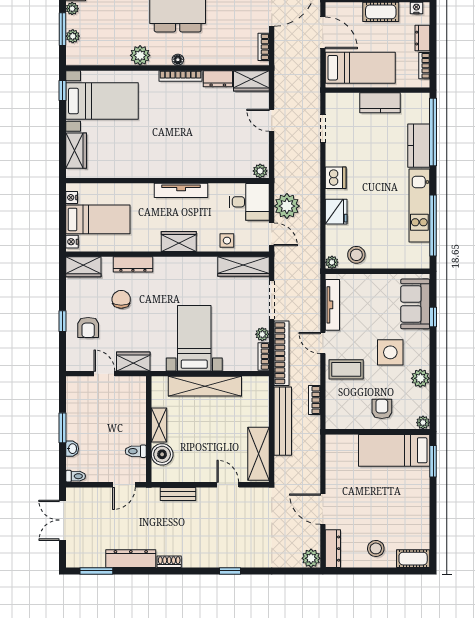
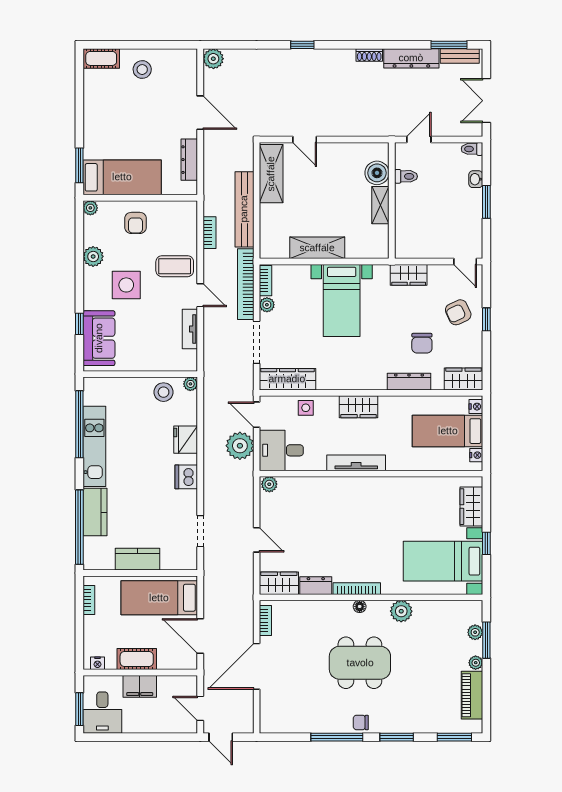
dresser: (422, 38) -> (91, 630), removed
window: (62, 90) -> (486, 543), moved
tv unit: (332, 305) -> (190, 329), width x0.71
armchair: (88, 327) -> (458, 312), turned -115
door: (104, 374) -> (465, 262), moved
shelving: (205, 386) -> (317, 248), width x0.68
bench: (178, 494) -> (460, 56), moved
double door: (62, 520) -> (486, 101), swing flipped
dresser: (333, 549) -> (189, 160), moved

